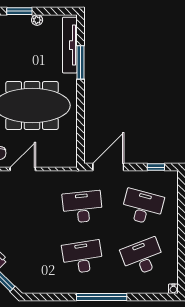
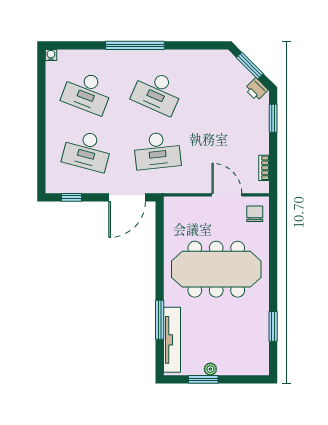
window: (19, 11) -> (203, 379), moved
door: (23, 169) -> (227, 195), swing flipped
desk: (82, 257) -> (157, 92), turned 33
desk: (143, 257) -> (87, 92), turned 42

